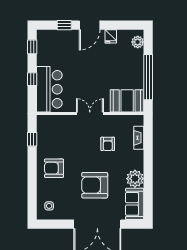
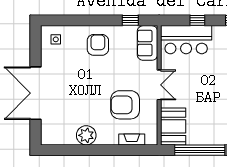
armchair: (108, 144) -> (125, 105), width x1.88, depth x1.88
armchair: (95, 185) -> (79, 90), removed
sofa: (135, 204) -> (147, 43), moved, turned -90

